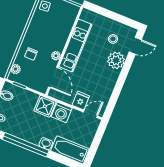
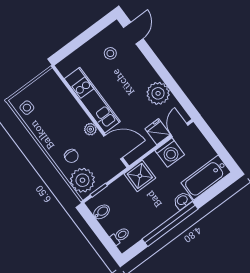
plant: (116, 60) -> (158, 93), moved
plant: (16, 69) -> (82, 180), width x1.88, depth x1.88
washing machine: (62, 112) -> (170, 153), moved

